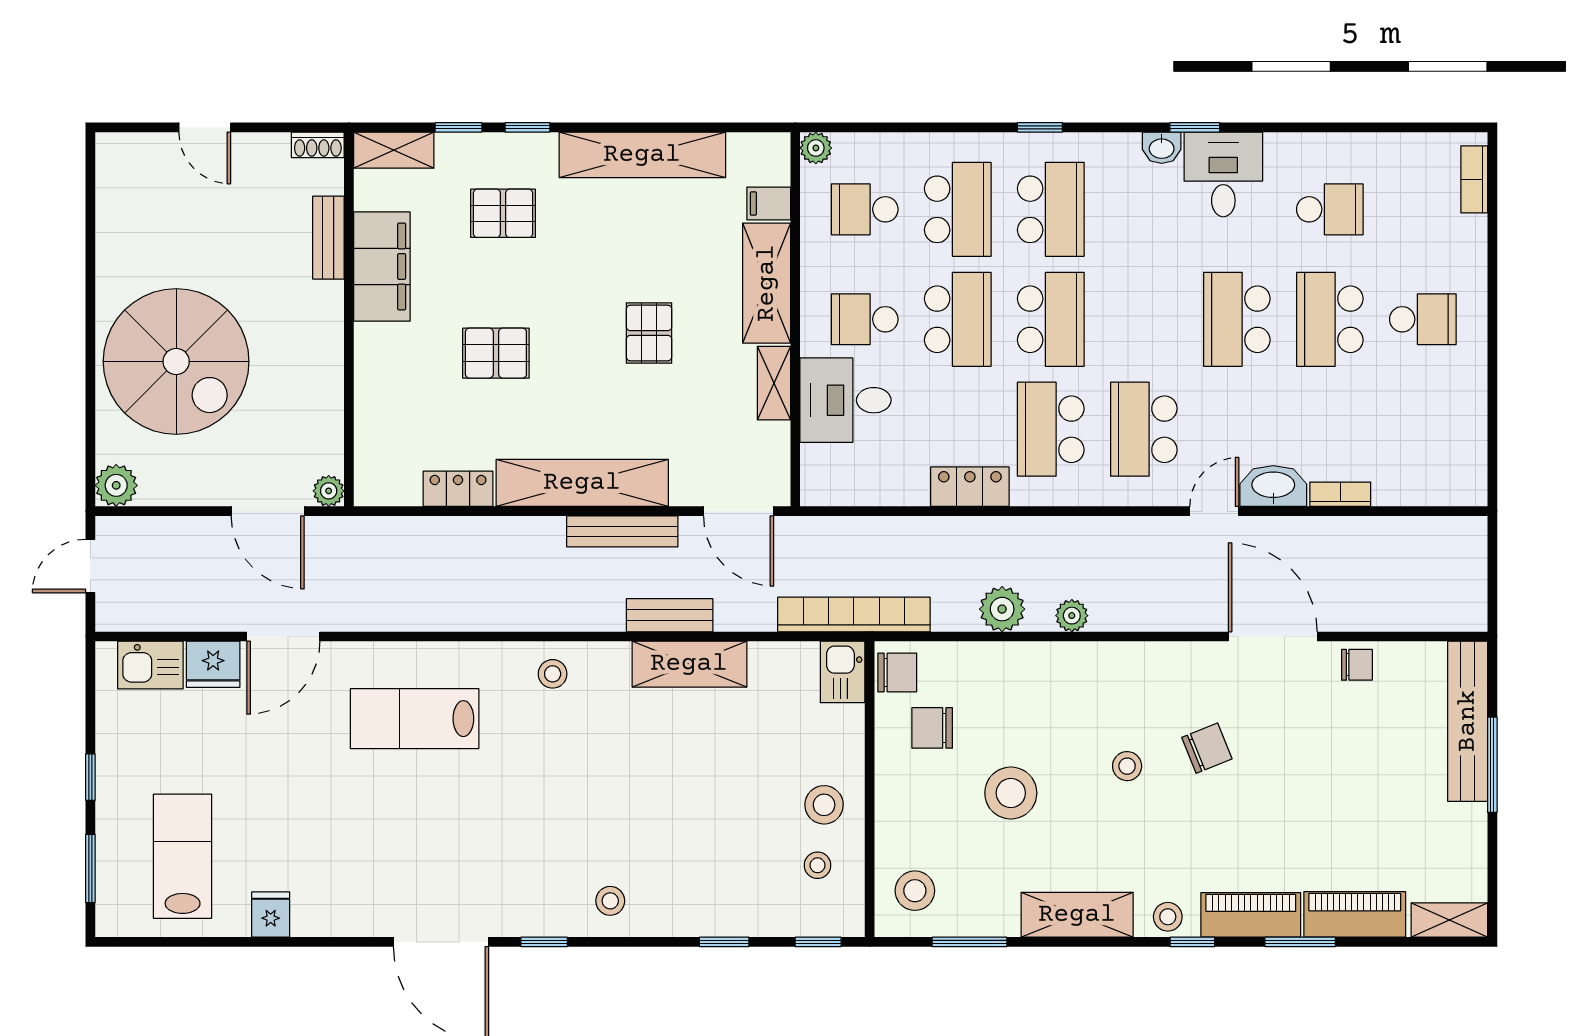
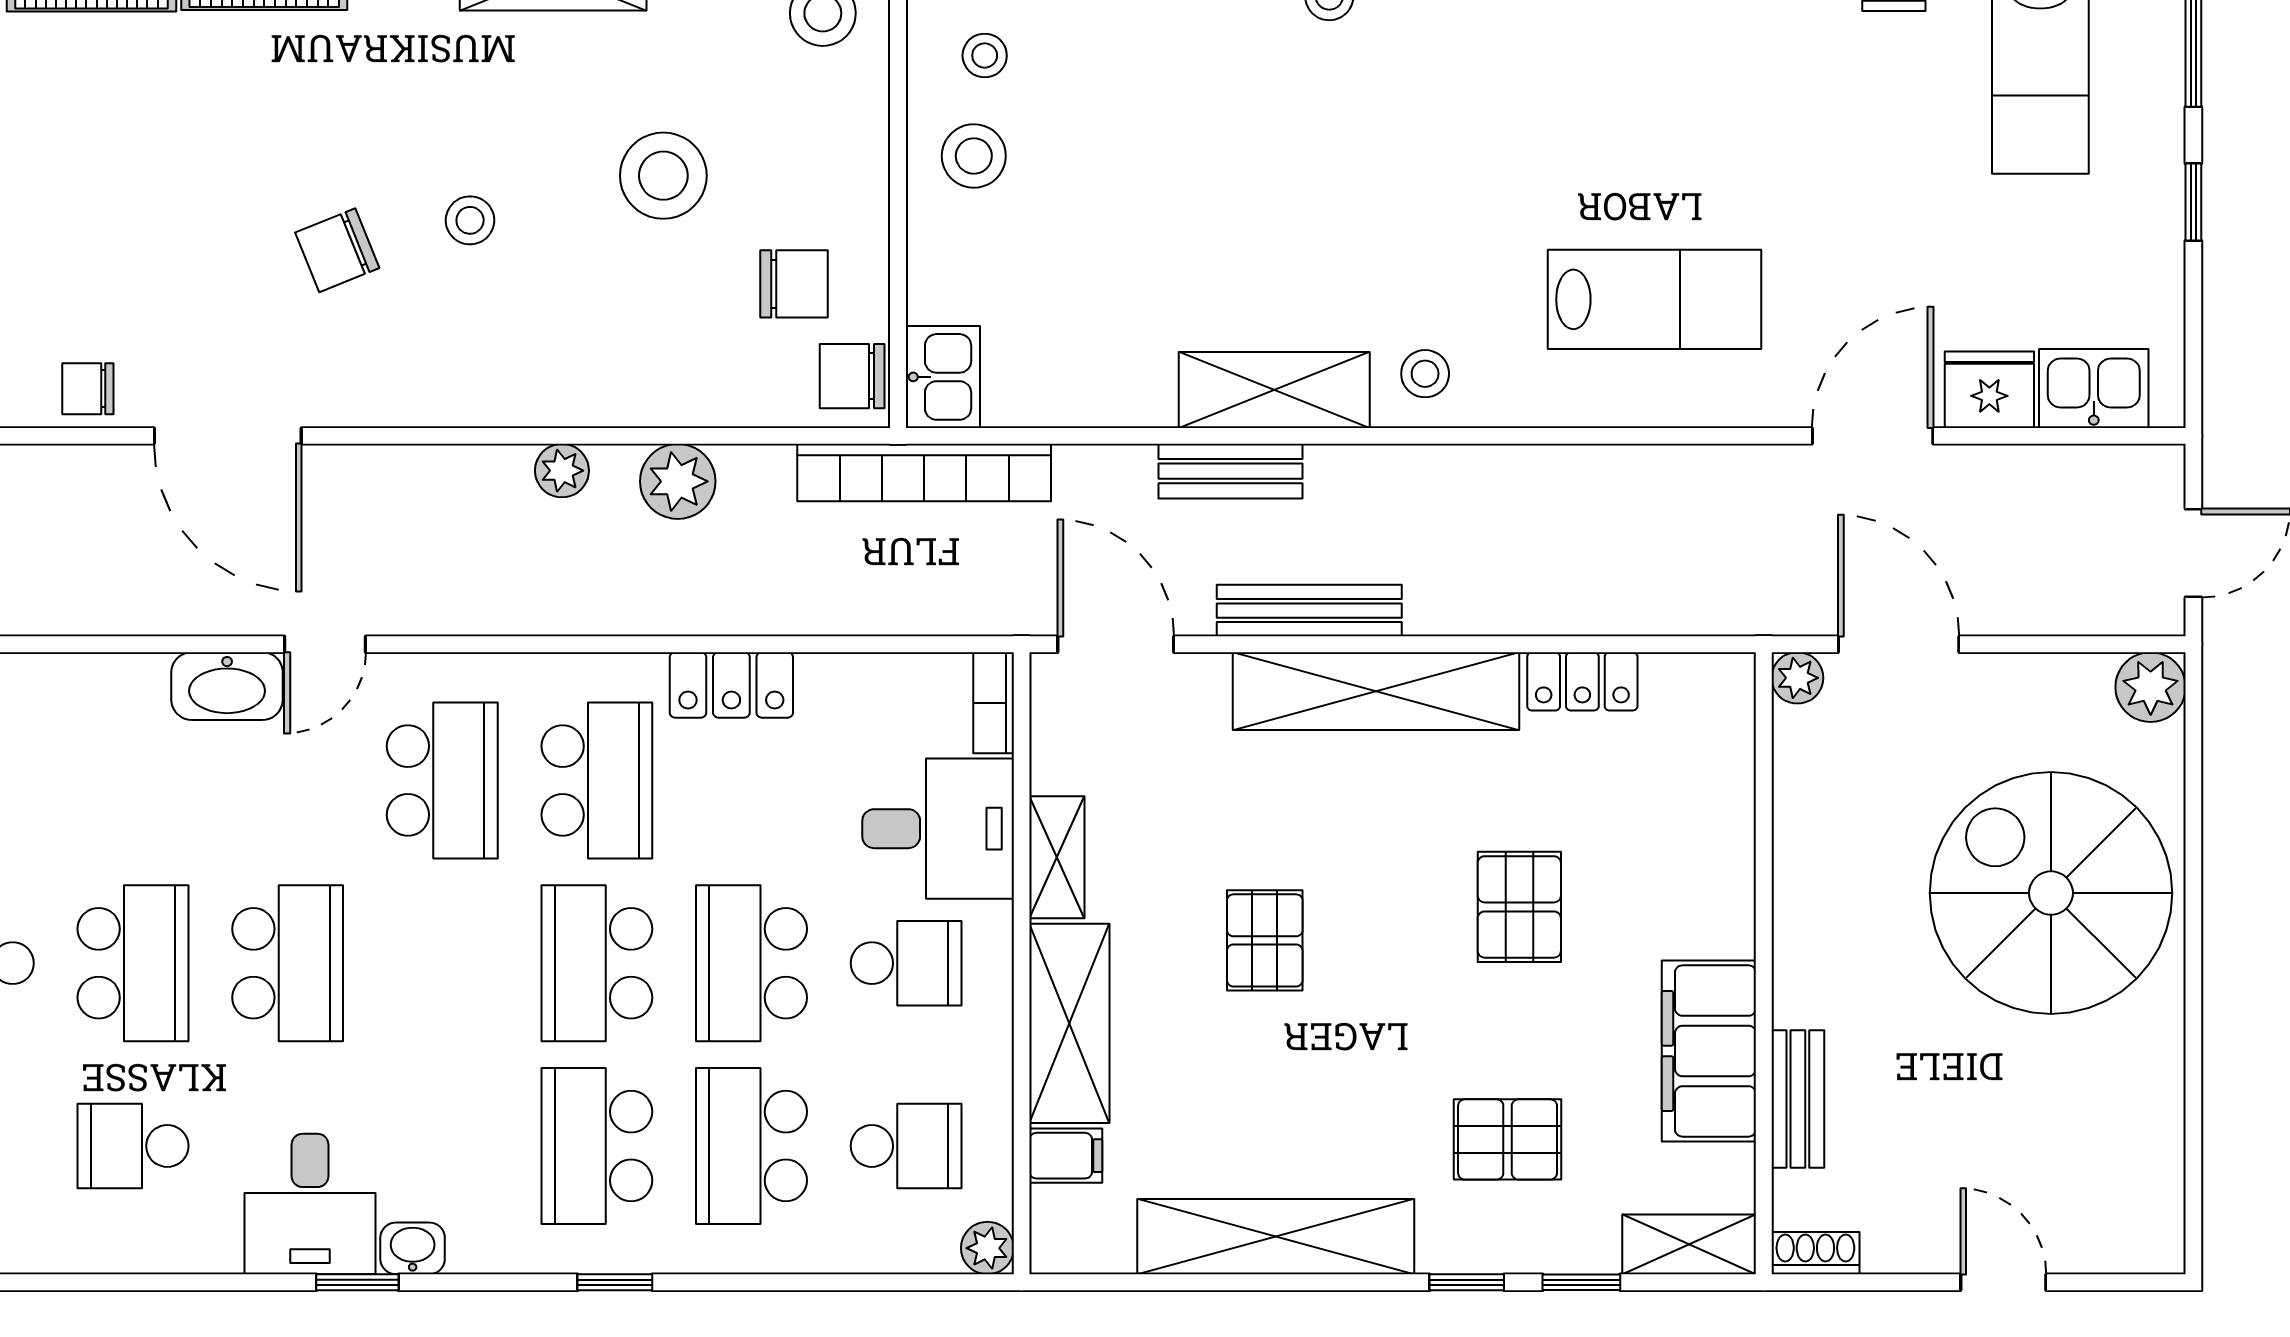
pallet: (496, 353) -> (1519, 907), turned 90
bookcase: (1340, 494) -> (994, 703), moved, turned 90
shelving: (689, 664) -> (1274, 390), moved

